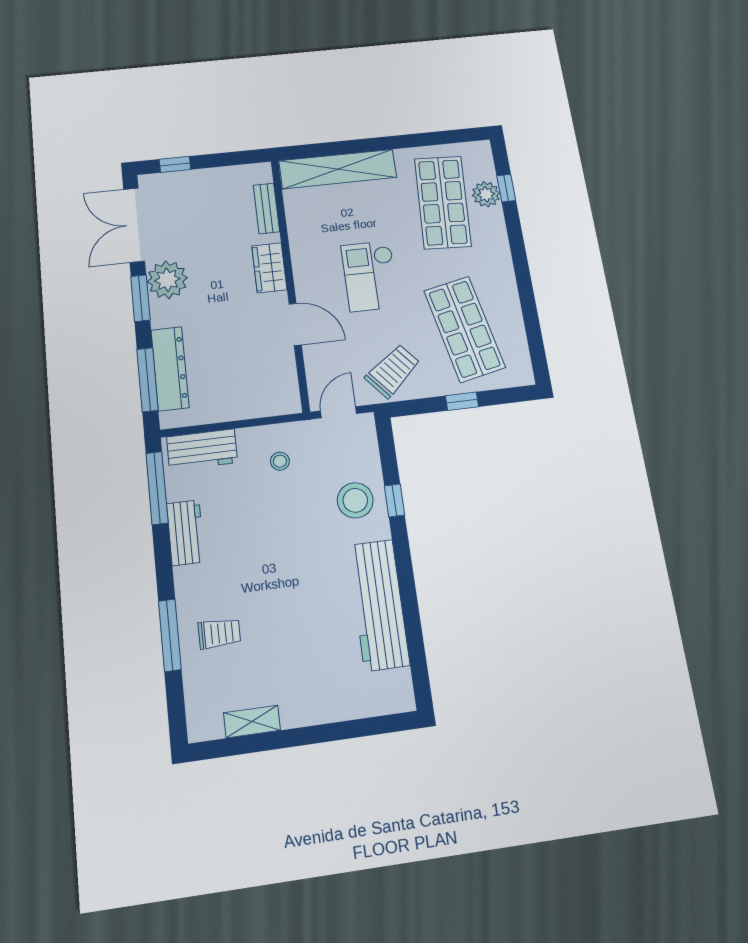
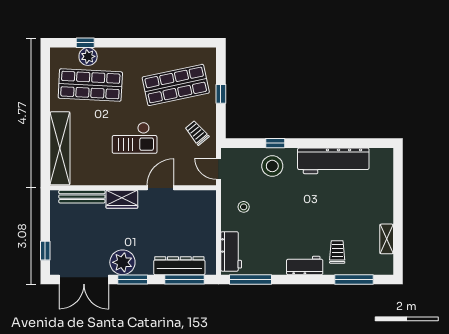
bench: (266, 208) -> (82, 197), width x1.36
trolley: (393, 371) -> (197, 133), width x0.73, depth x0.72
workbench: (186, 533) -> (305, 265), moved
window: (170, 635) -> (354, 280), moved

